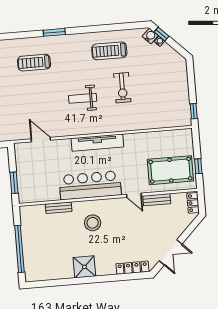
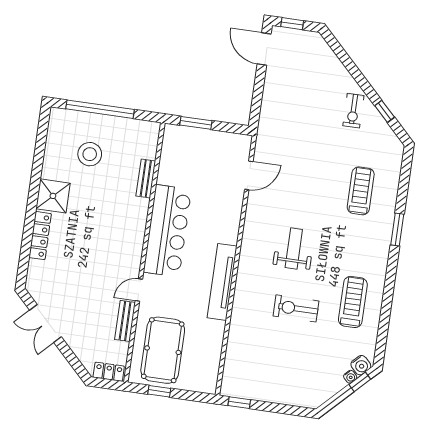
tv unit: (97, 143) -> (222, 282), moved
stool: (93, 223) -> (90, 154), moved
locker: (132, 268) -> (40, 236), moved

